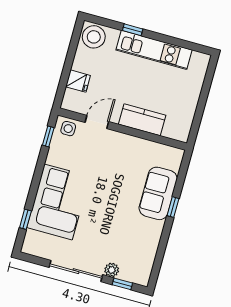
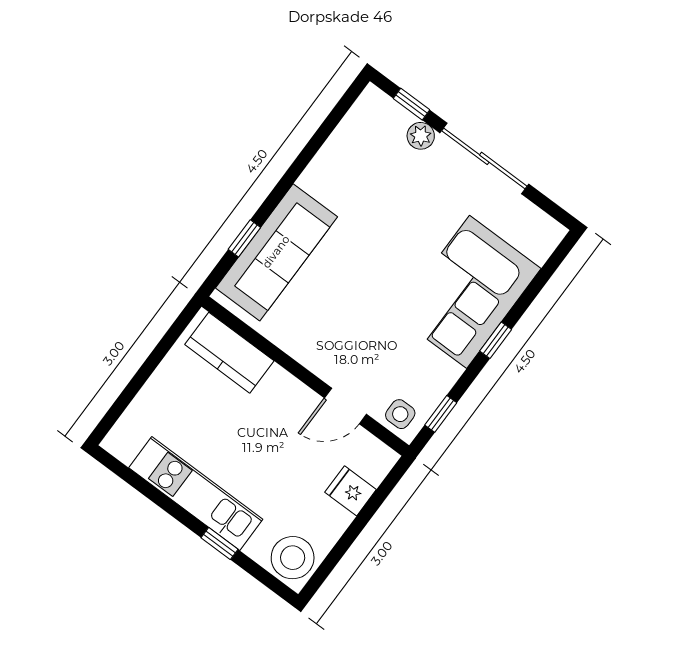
kitchen counter: (142, 120) -> (229, 353), moved
sofa: (158, 193) -> (276, 252), width x1.36
window: (173, 207) -> (244, 238), moved
window: (25, 219) -> (496, 340), moved

